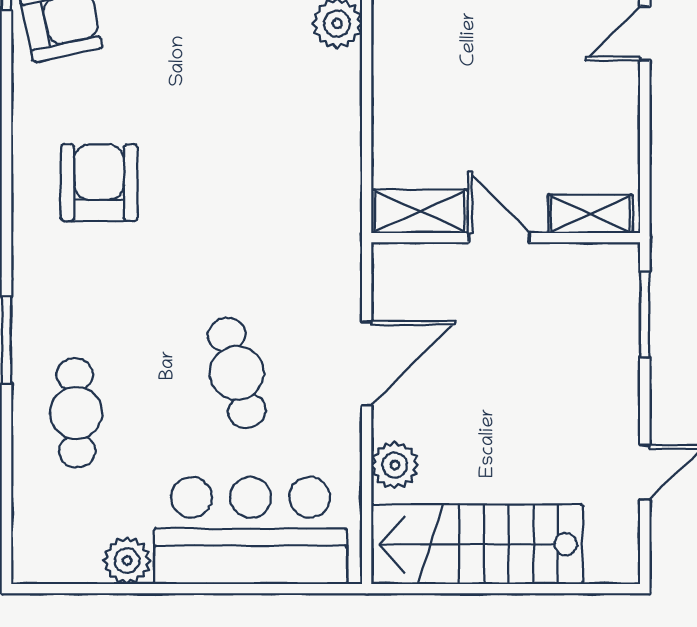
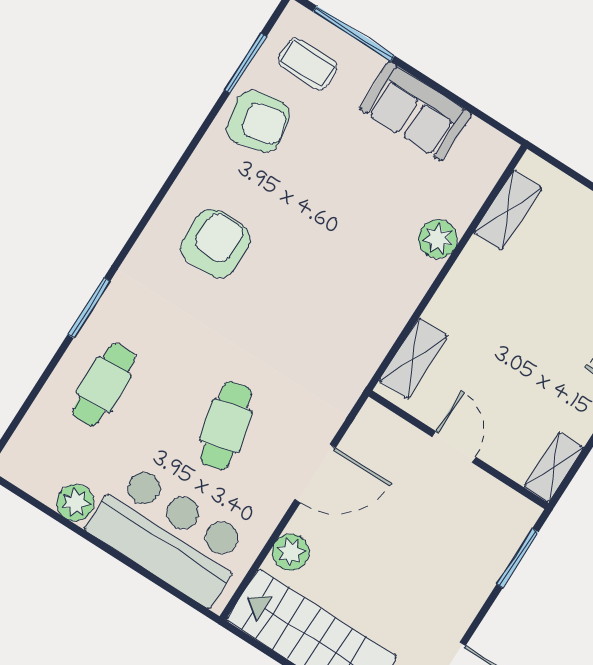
shelving: (420, 211) -> (413, 358), moved, turned 90
shelving: (590, 214) -> (554, 467), moved, turned 90

